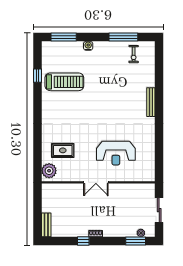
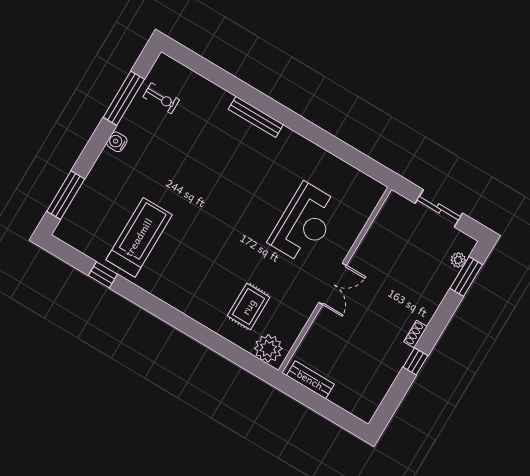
water cooler: (88, 46) -> (117, 142), moved
bench: (46, 225) -> (310, 380), moved

